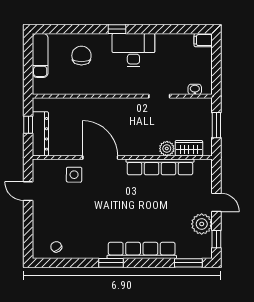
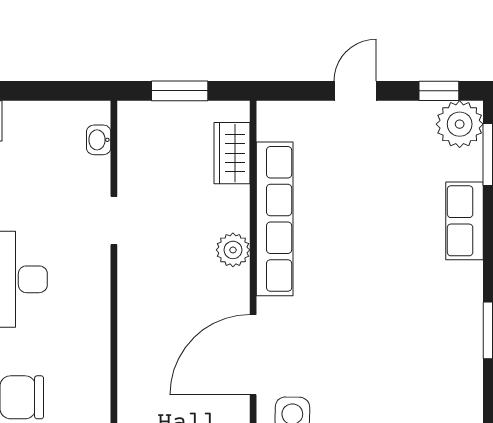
plant: (167, 149) -> (233, 250), moved
plant: (202, 224) -> (460, 124), moved
row of seats: (142, 250) -> (465, 221), width x0.50

